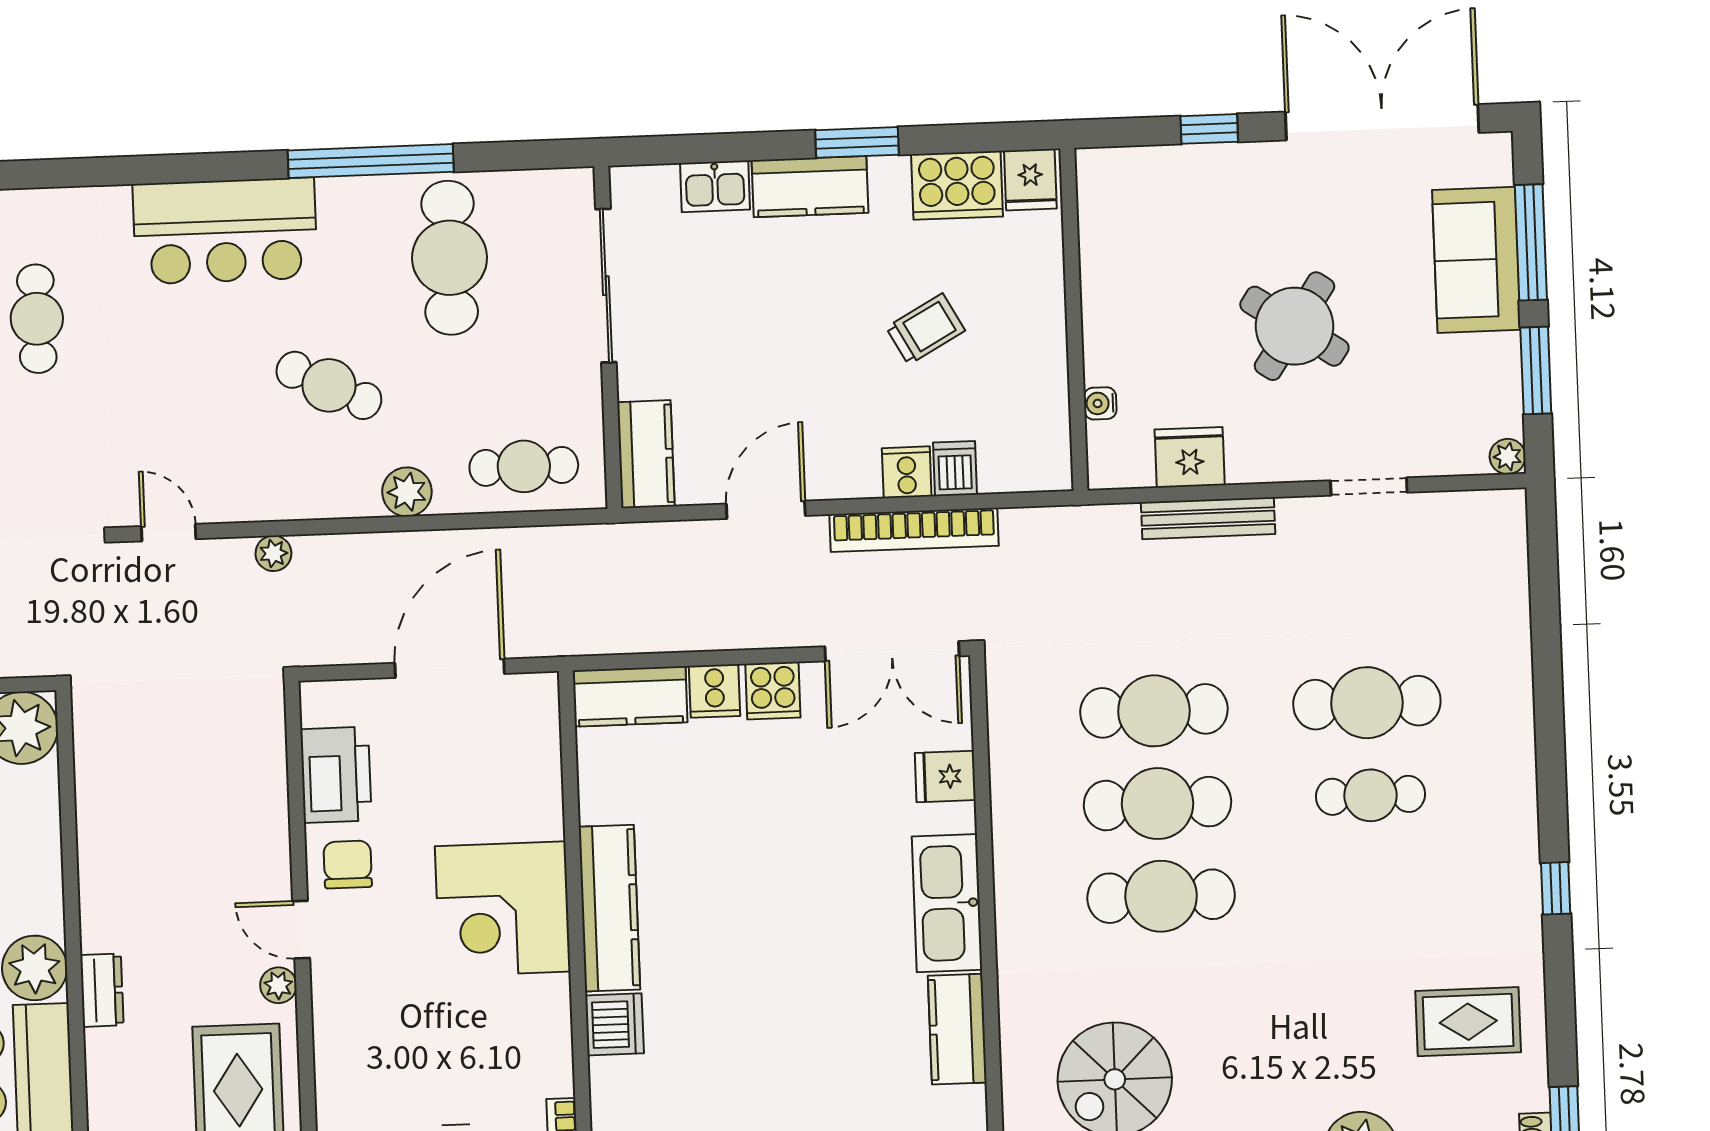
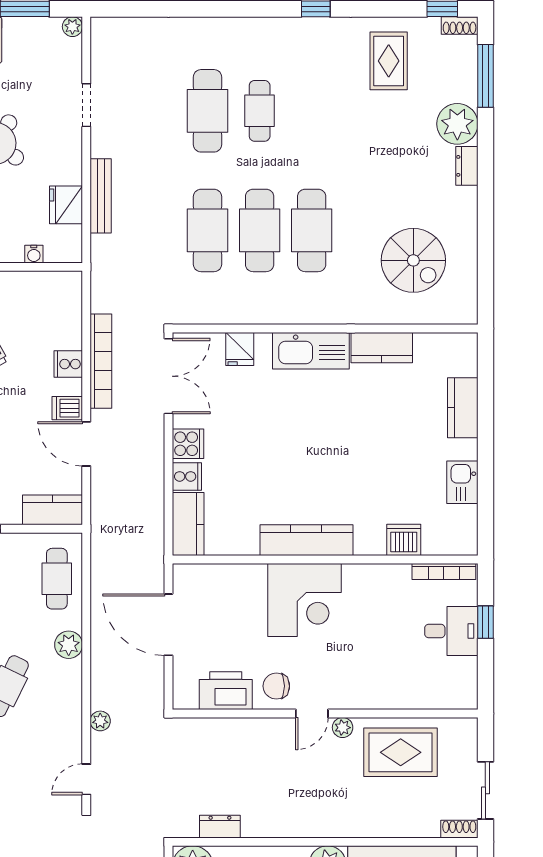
dishwasher: (955, 469) -> (67, 408), moved
dresser: (102, 990) -> (220, 827), moved
dishwasher: (614, 1024) -> (404, 540), moved

